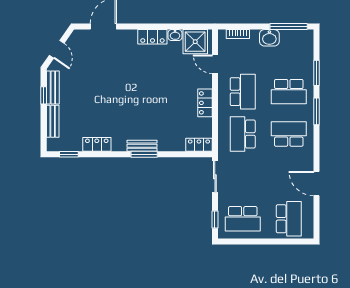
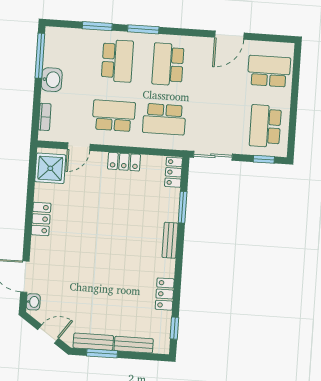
washbasin: (175, 35) -> (33, 302), moved
window: (44, 95) -> (102, 353), width x1.50
window: (144, 154) -> (183, 207), moved
school desk: (243, 219) -> (265, 126), turned 180

